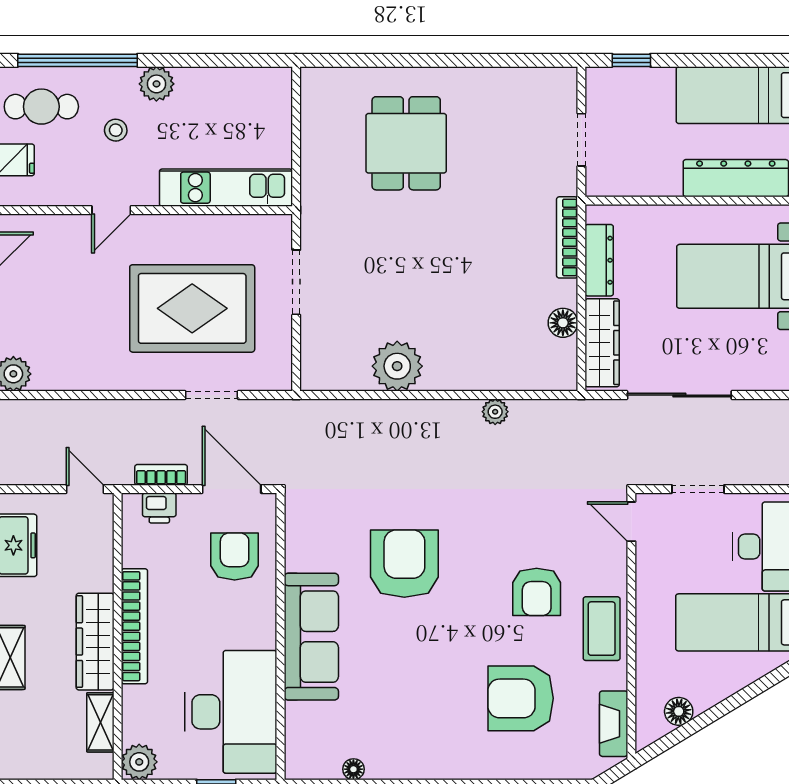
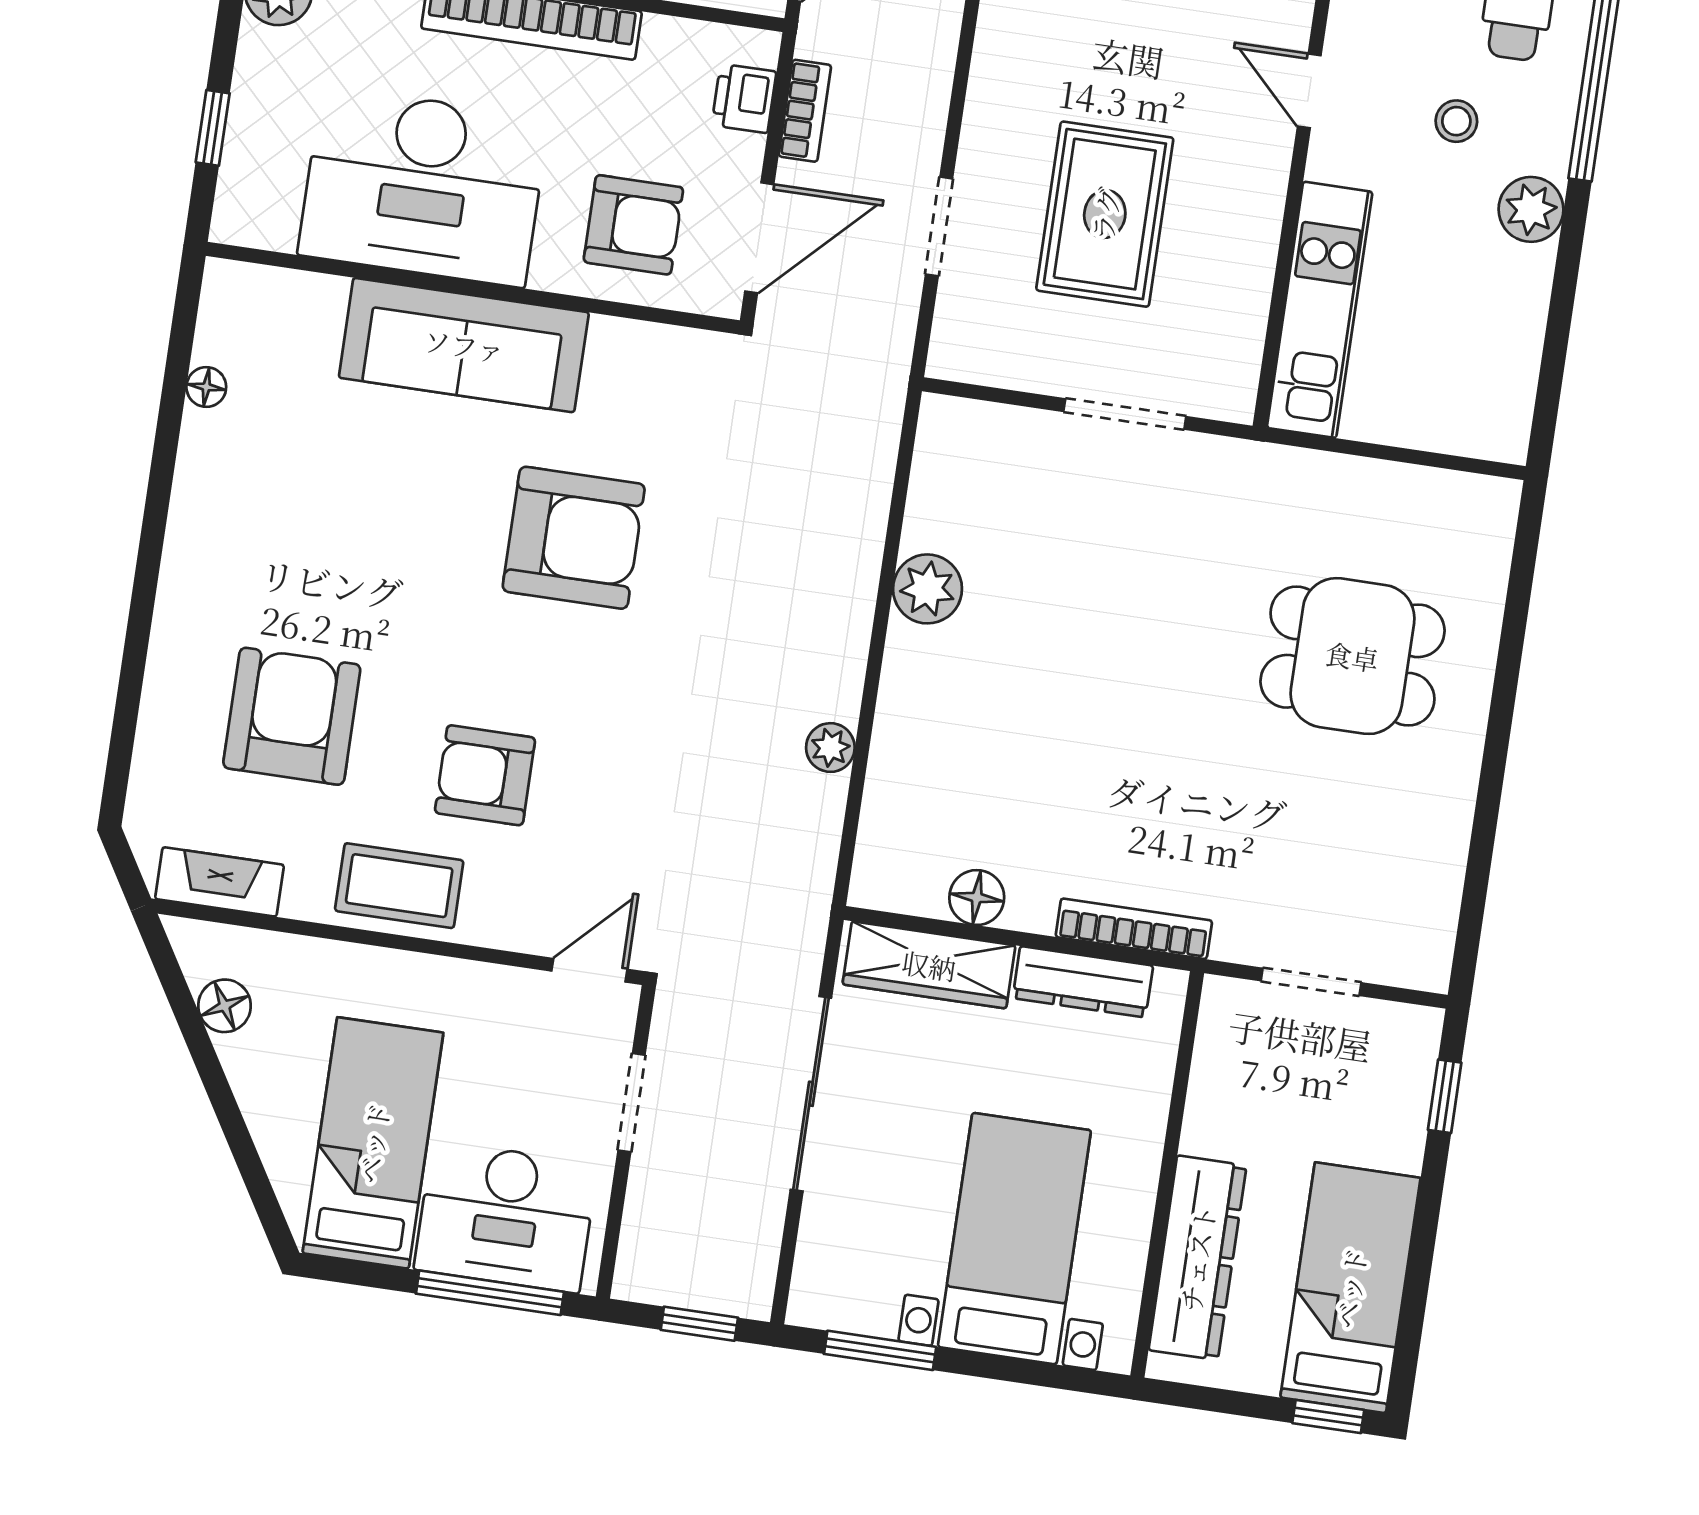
rug: (192, 308) -> (1105, 214), width x0.73, depth x0.69
plant: (397, 366) -> (927, 589), width x0.73, depth x0.73
desk: (231, 712) -> (423, 186), moved

